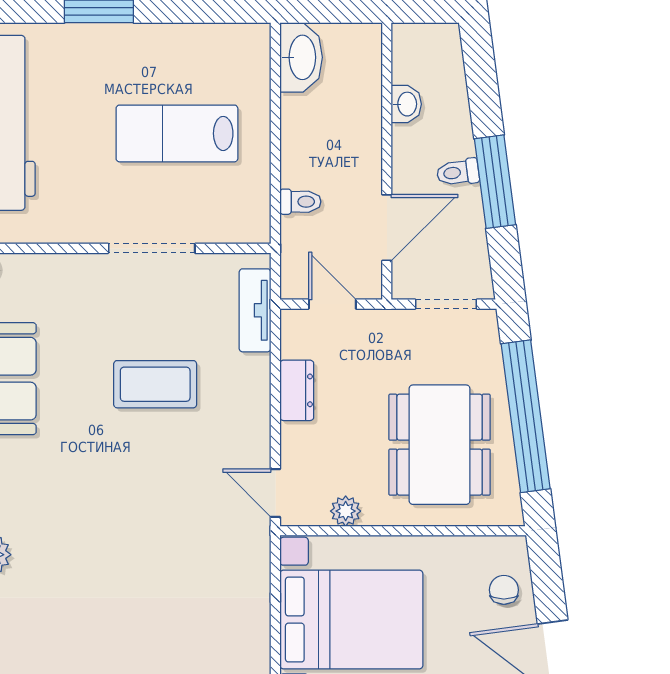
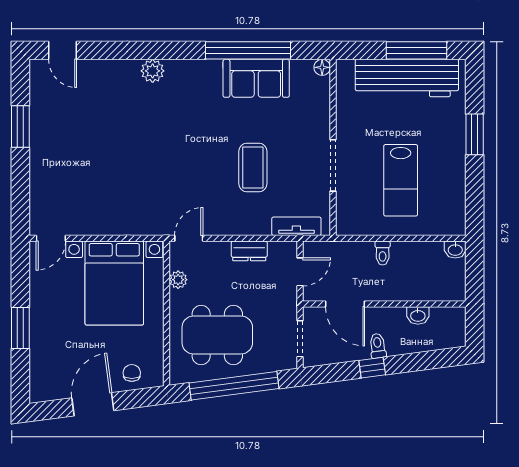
washbasin: (301, 57) -> (455, 250), width x0.52, depth x0.69
lab bench: (177, 133) -> (401, 180), turned 180
window: (495, 182) -> (372, 368), width x0.46
toilet: (300, 202) -> (383, 253), moved
chair: (504, 590) -> (132, 373), turned -90

